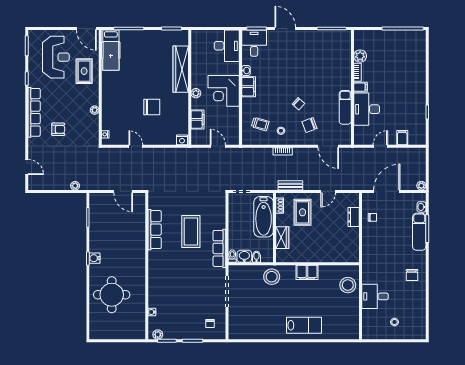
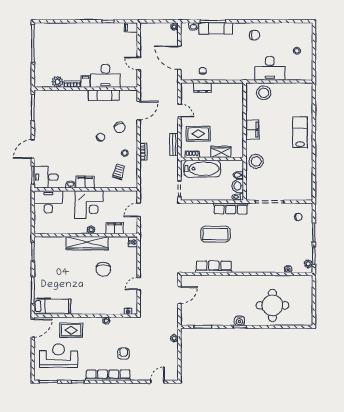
wardrobe: (181, 69) -> (87, 243), moved
chair: (152, 107) -> (103, 269), turned 180
filing cabinet: (402, 138) -> (131, 28), moved
desk: (375, 296) -> (270, 68), width x1.37

